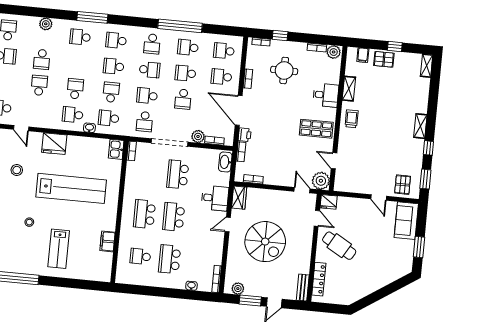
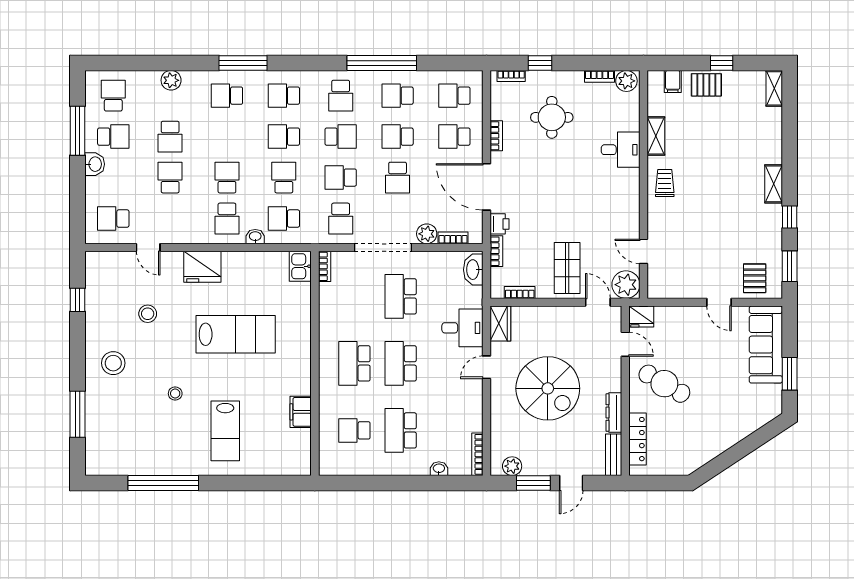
school desk: (73, 115) -> (227, 219), turned -90
shop shelf: (316, 129) -> (567, 268), moved, turned 90
lab bench: (71, 188) -> (236, 334), width x0.73
sofa: (406, 221) -> (766, 345), width x1.36
dresser: (305, 261) -> (614, 413), added

